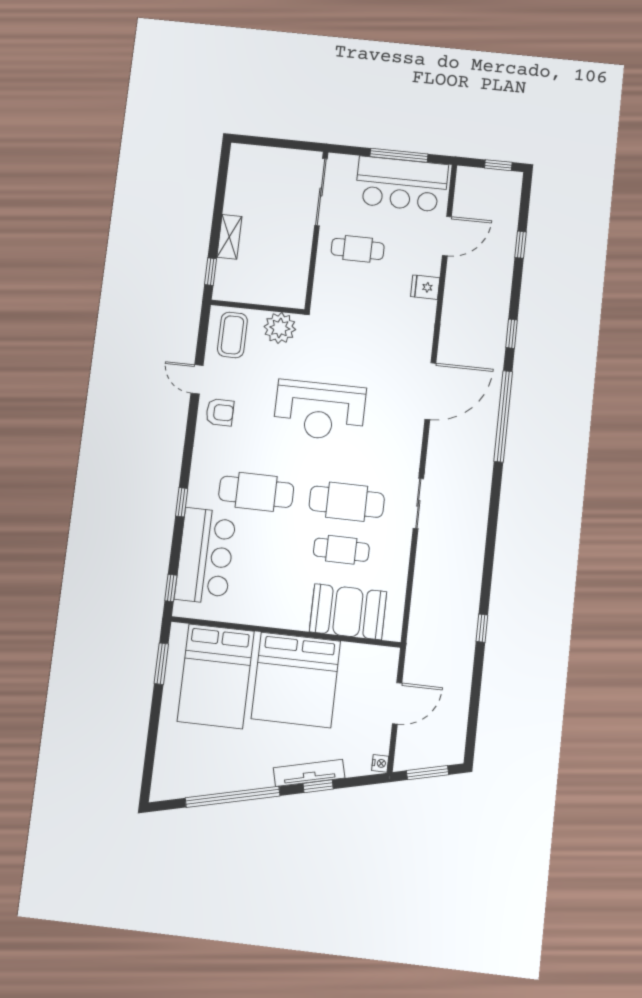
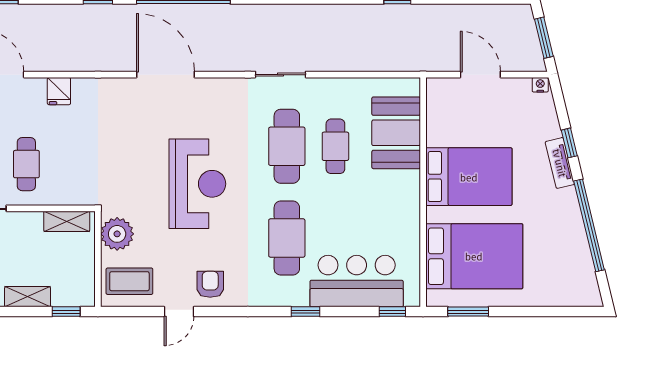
shelving: (298, 281) -> (67, 221), added
bed: (296, 680) -> (469, 177), width x0.73
tv unit: (309, 773) -> (560, 163), width x0.71

